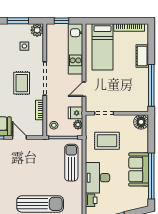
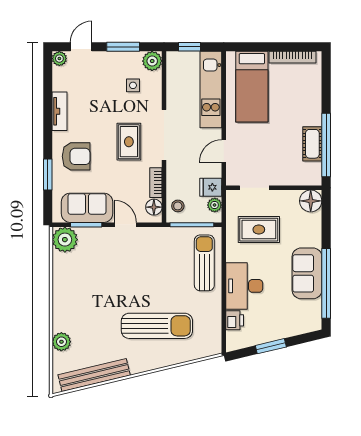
cot: (142, 56) -> (312, 144), moved
floor lamp: (38, 126) -> (154, 207), added

